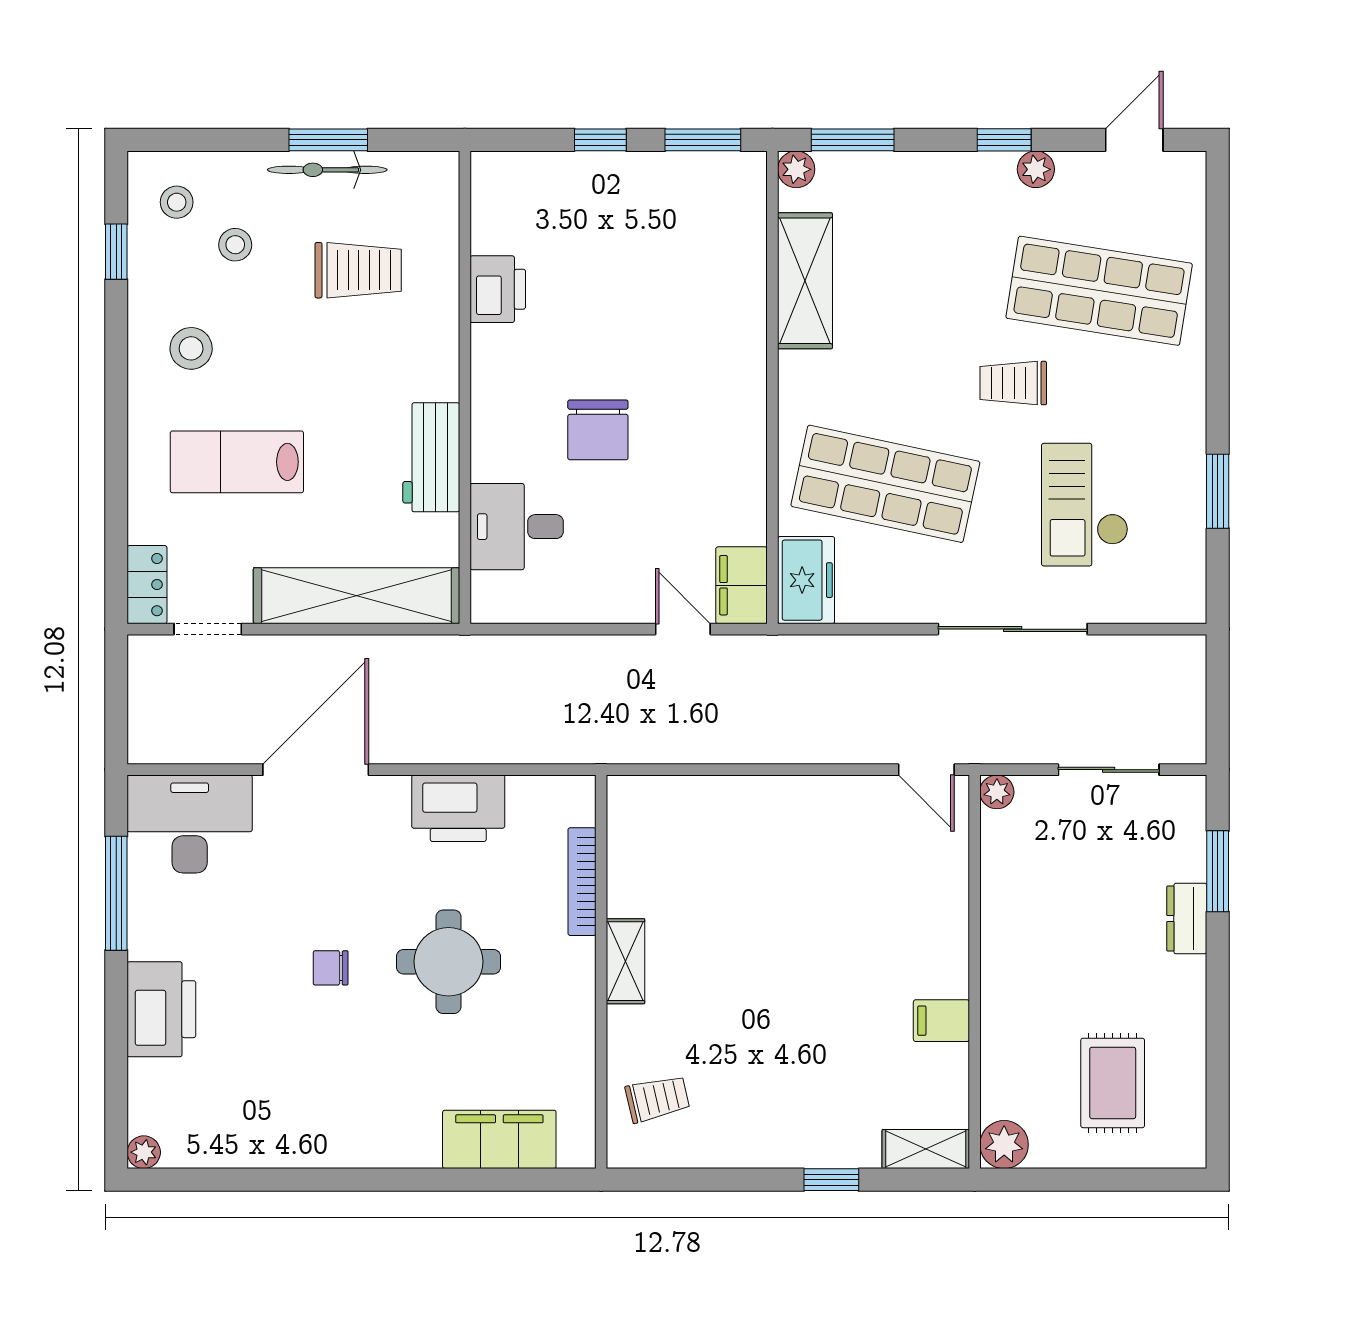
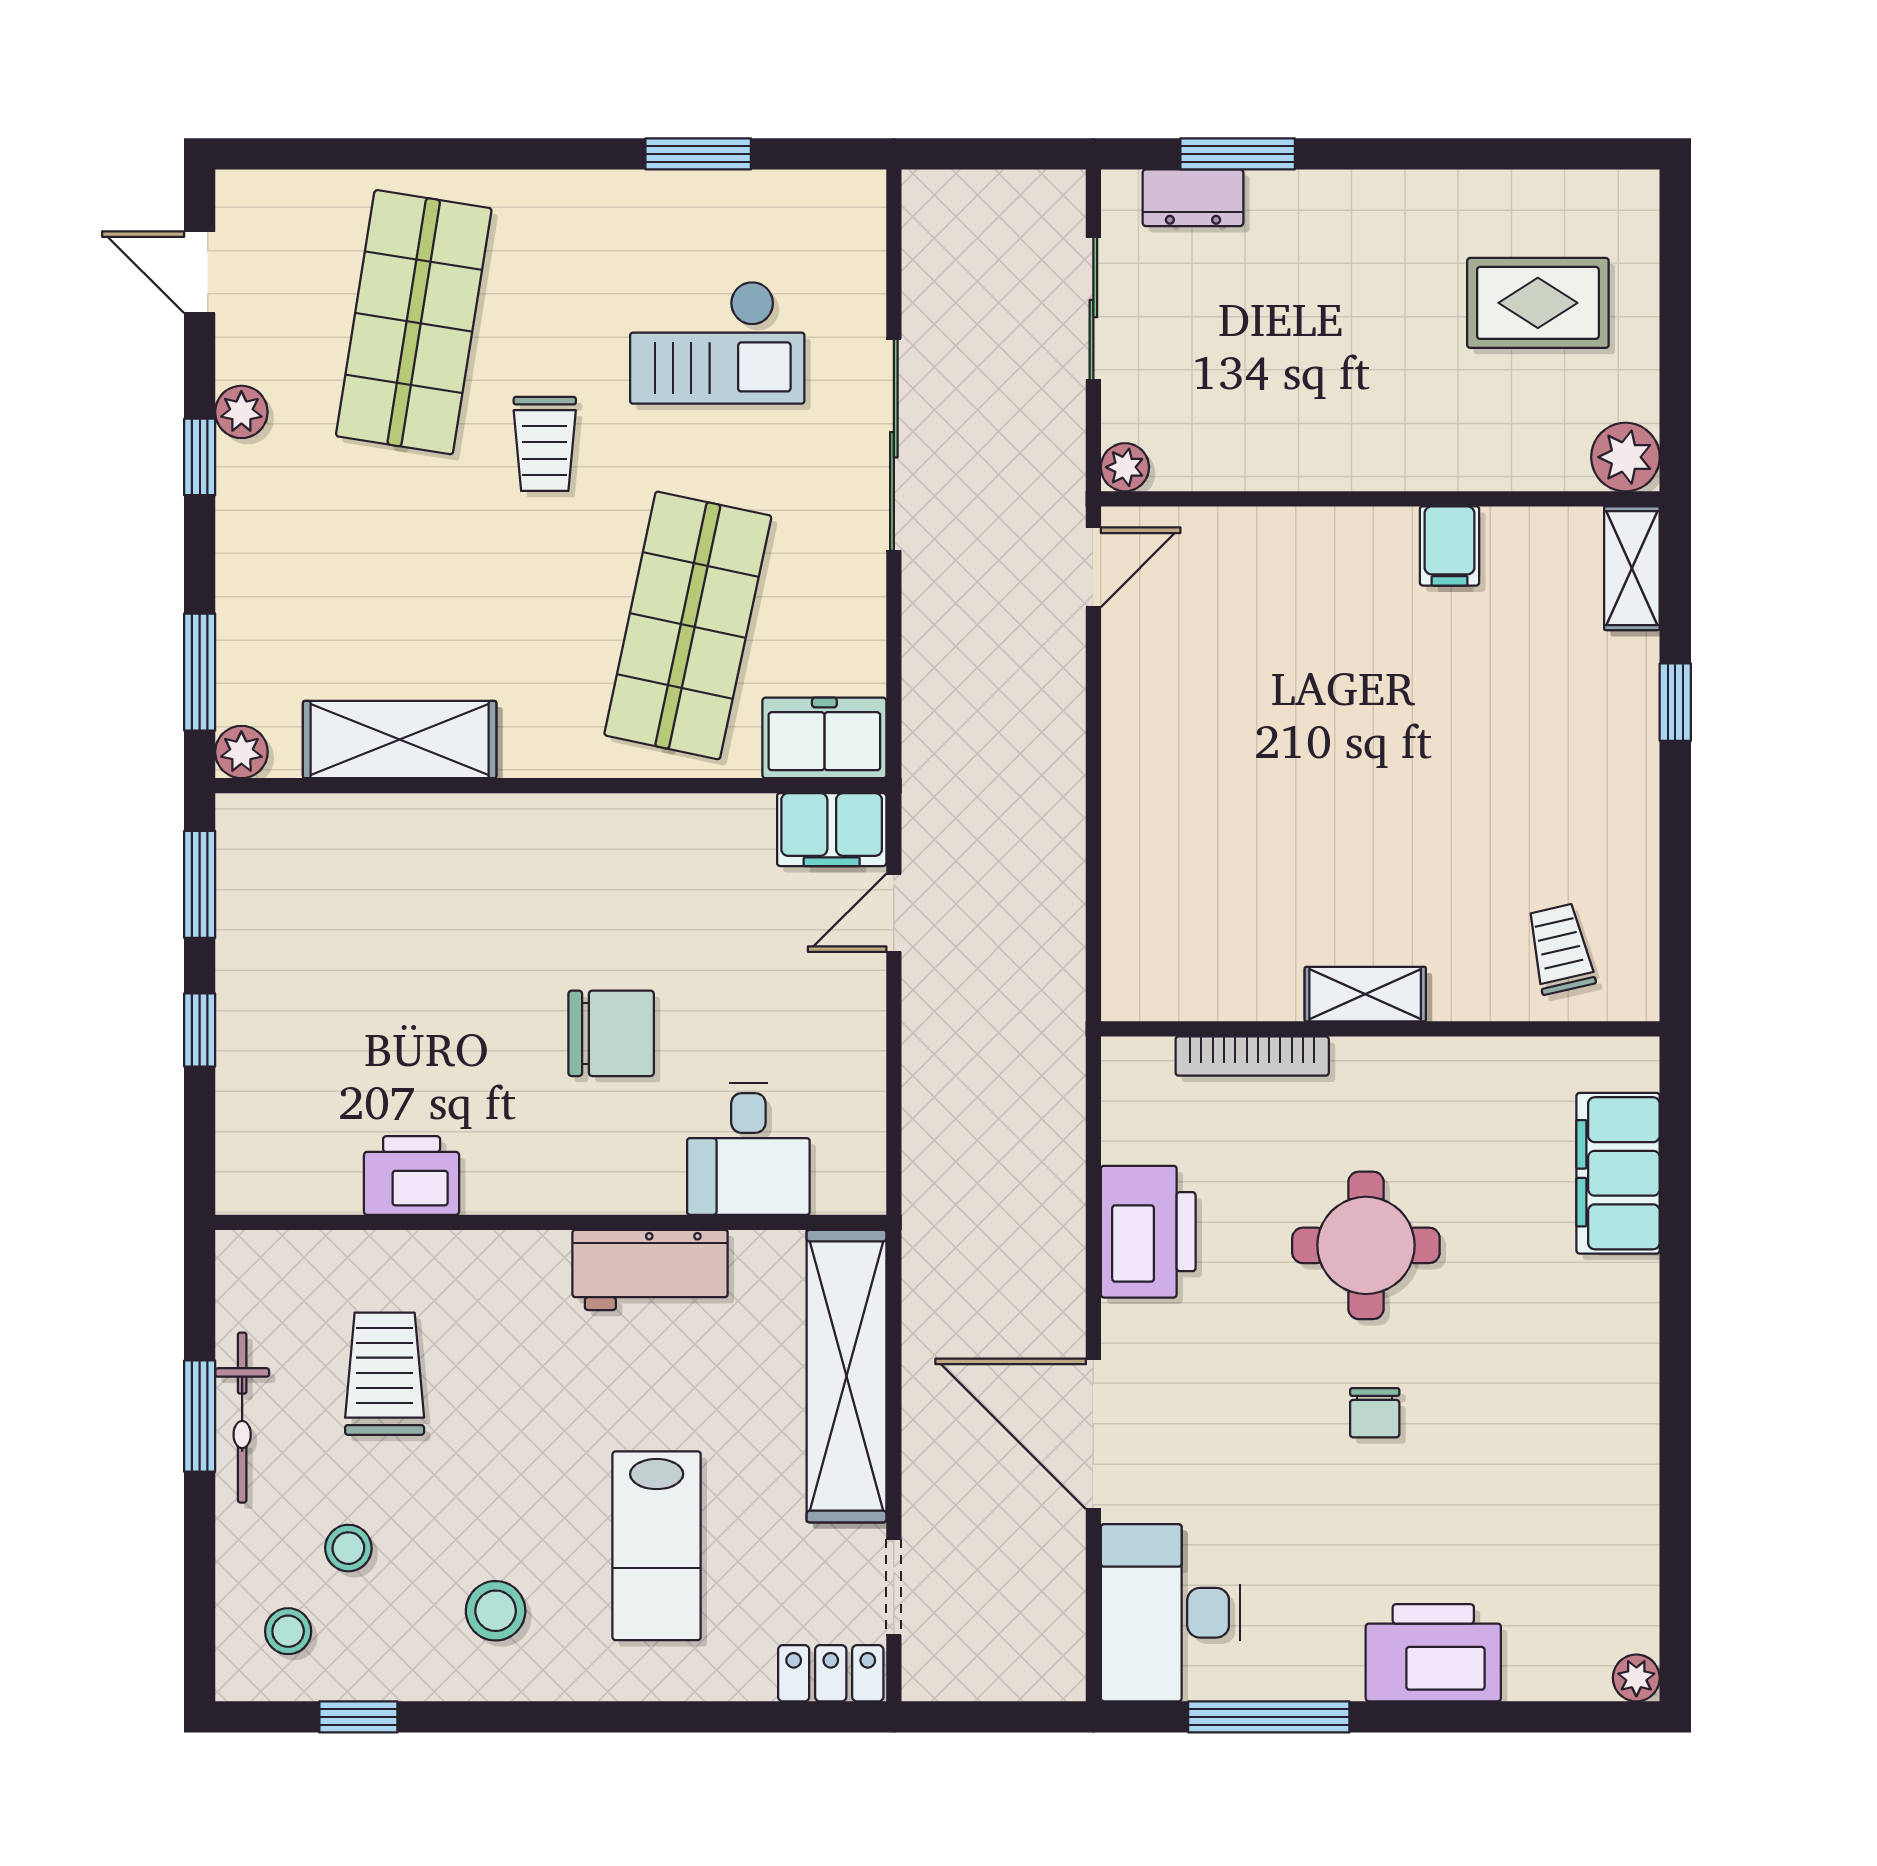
dresser: (1187, 919) -> (1193, 198), moved

